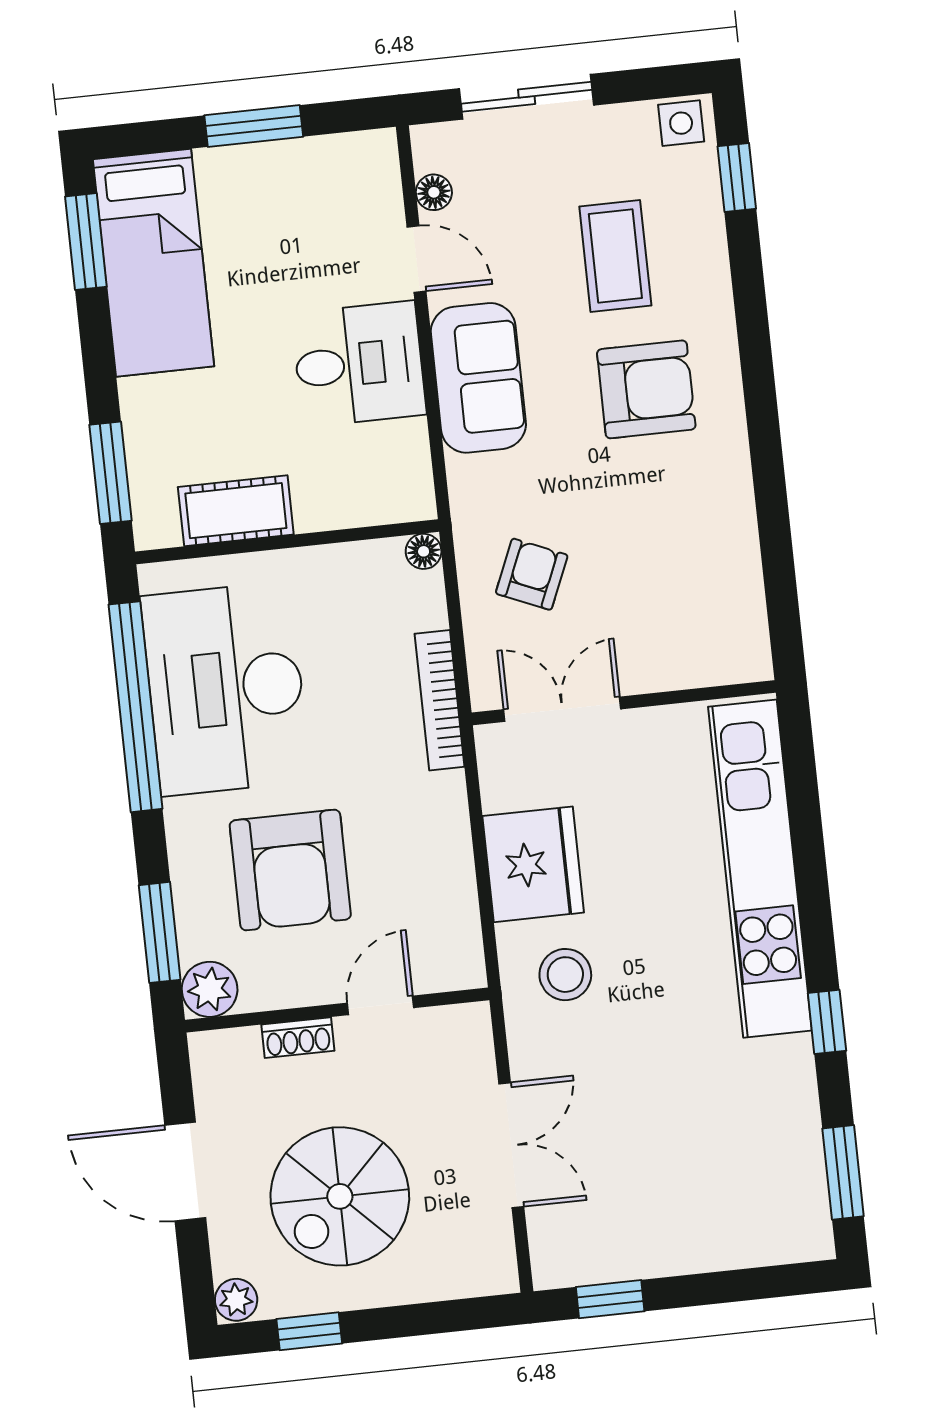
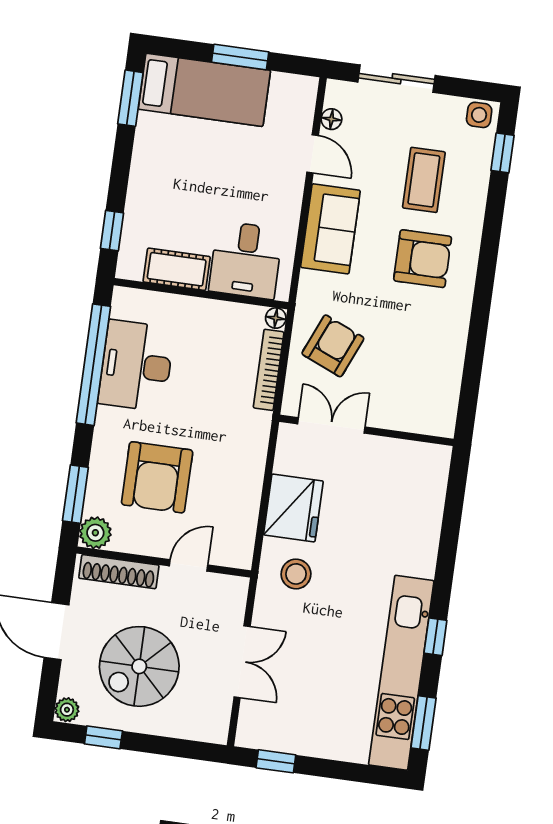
bed: (154, 263) -> (204, 90), moved, turned -90
desk: (359, 364) -> (246, 260), moved, turned 90
window: (111, 473) -> (112, 231), width x0.67
armchair: (532, 574) -> (333, 346), width x1.38, depth x1.38
desk: (226, 689) -> (136, 366), width x0.73, depth x0.77
bookcase: (440, 700) -> (269, 370), moved
kitchen unit: (760, 869) -> (401, 673), moved
shoe rack: (298, 1038) -> (119, 572), width x1.94, depth x1.24

